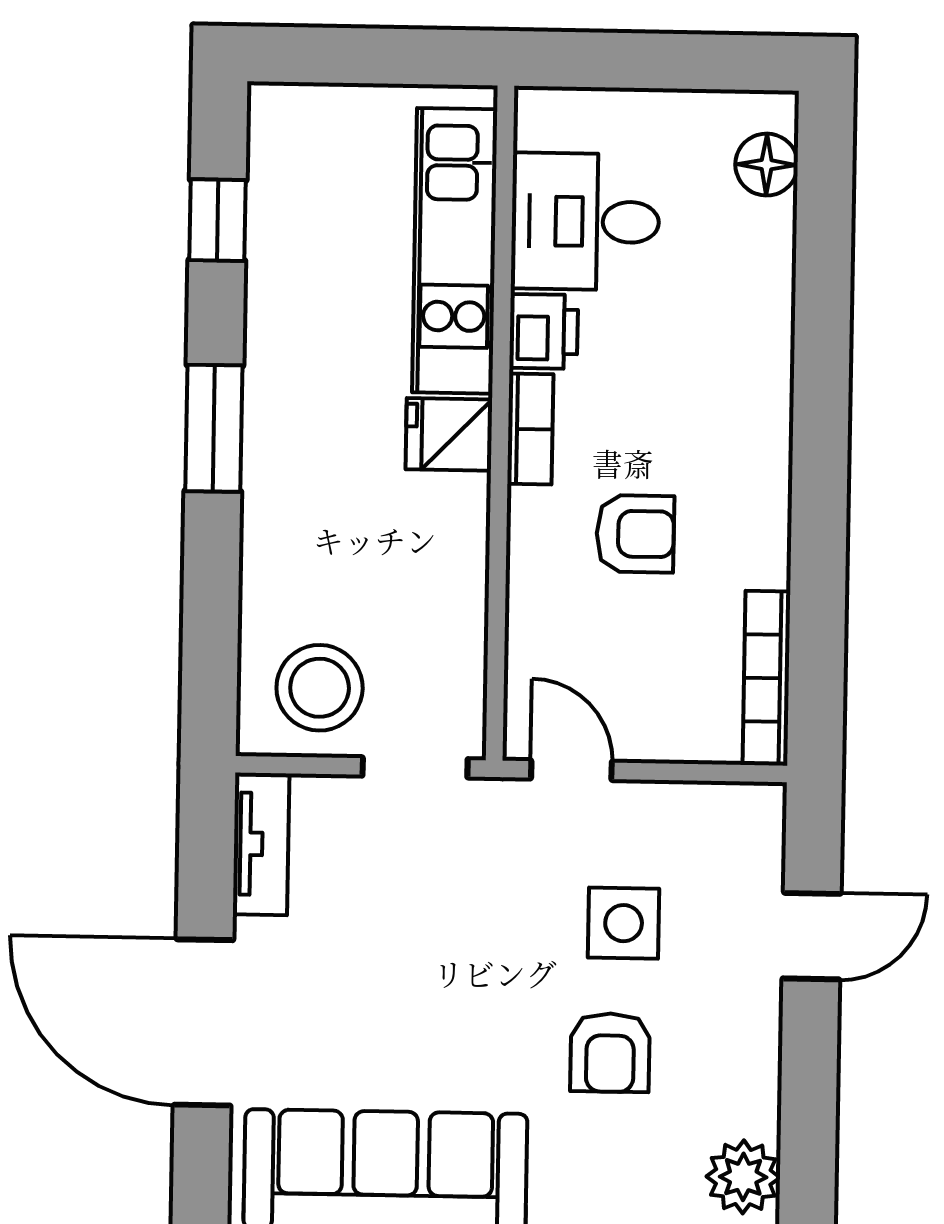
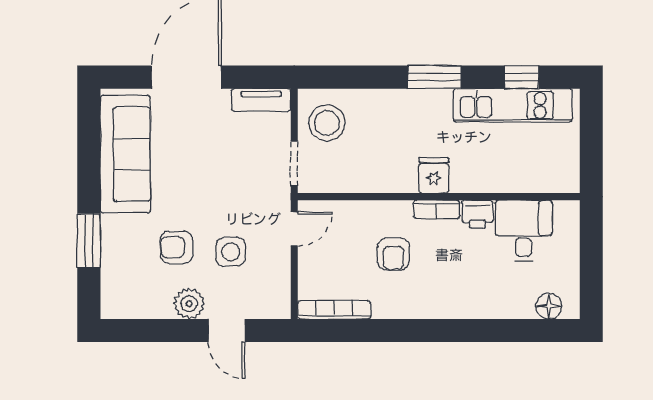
kitchen unit: (455, 251) -> (513, 105), moved, turned 180
plant: (743, 1177) -> (189, 304), moved

